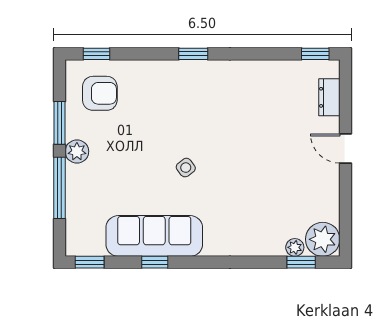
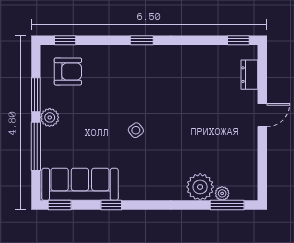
door: (345, 149) -> (262, 115), swing flipped
sofa: (154, 236) -> (80, 184), moved
plant: (323, 239) -> (200, 187), moved
window: (301, 262) -> (227, 205), width x1.50

